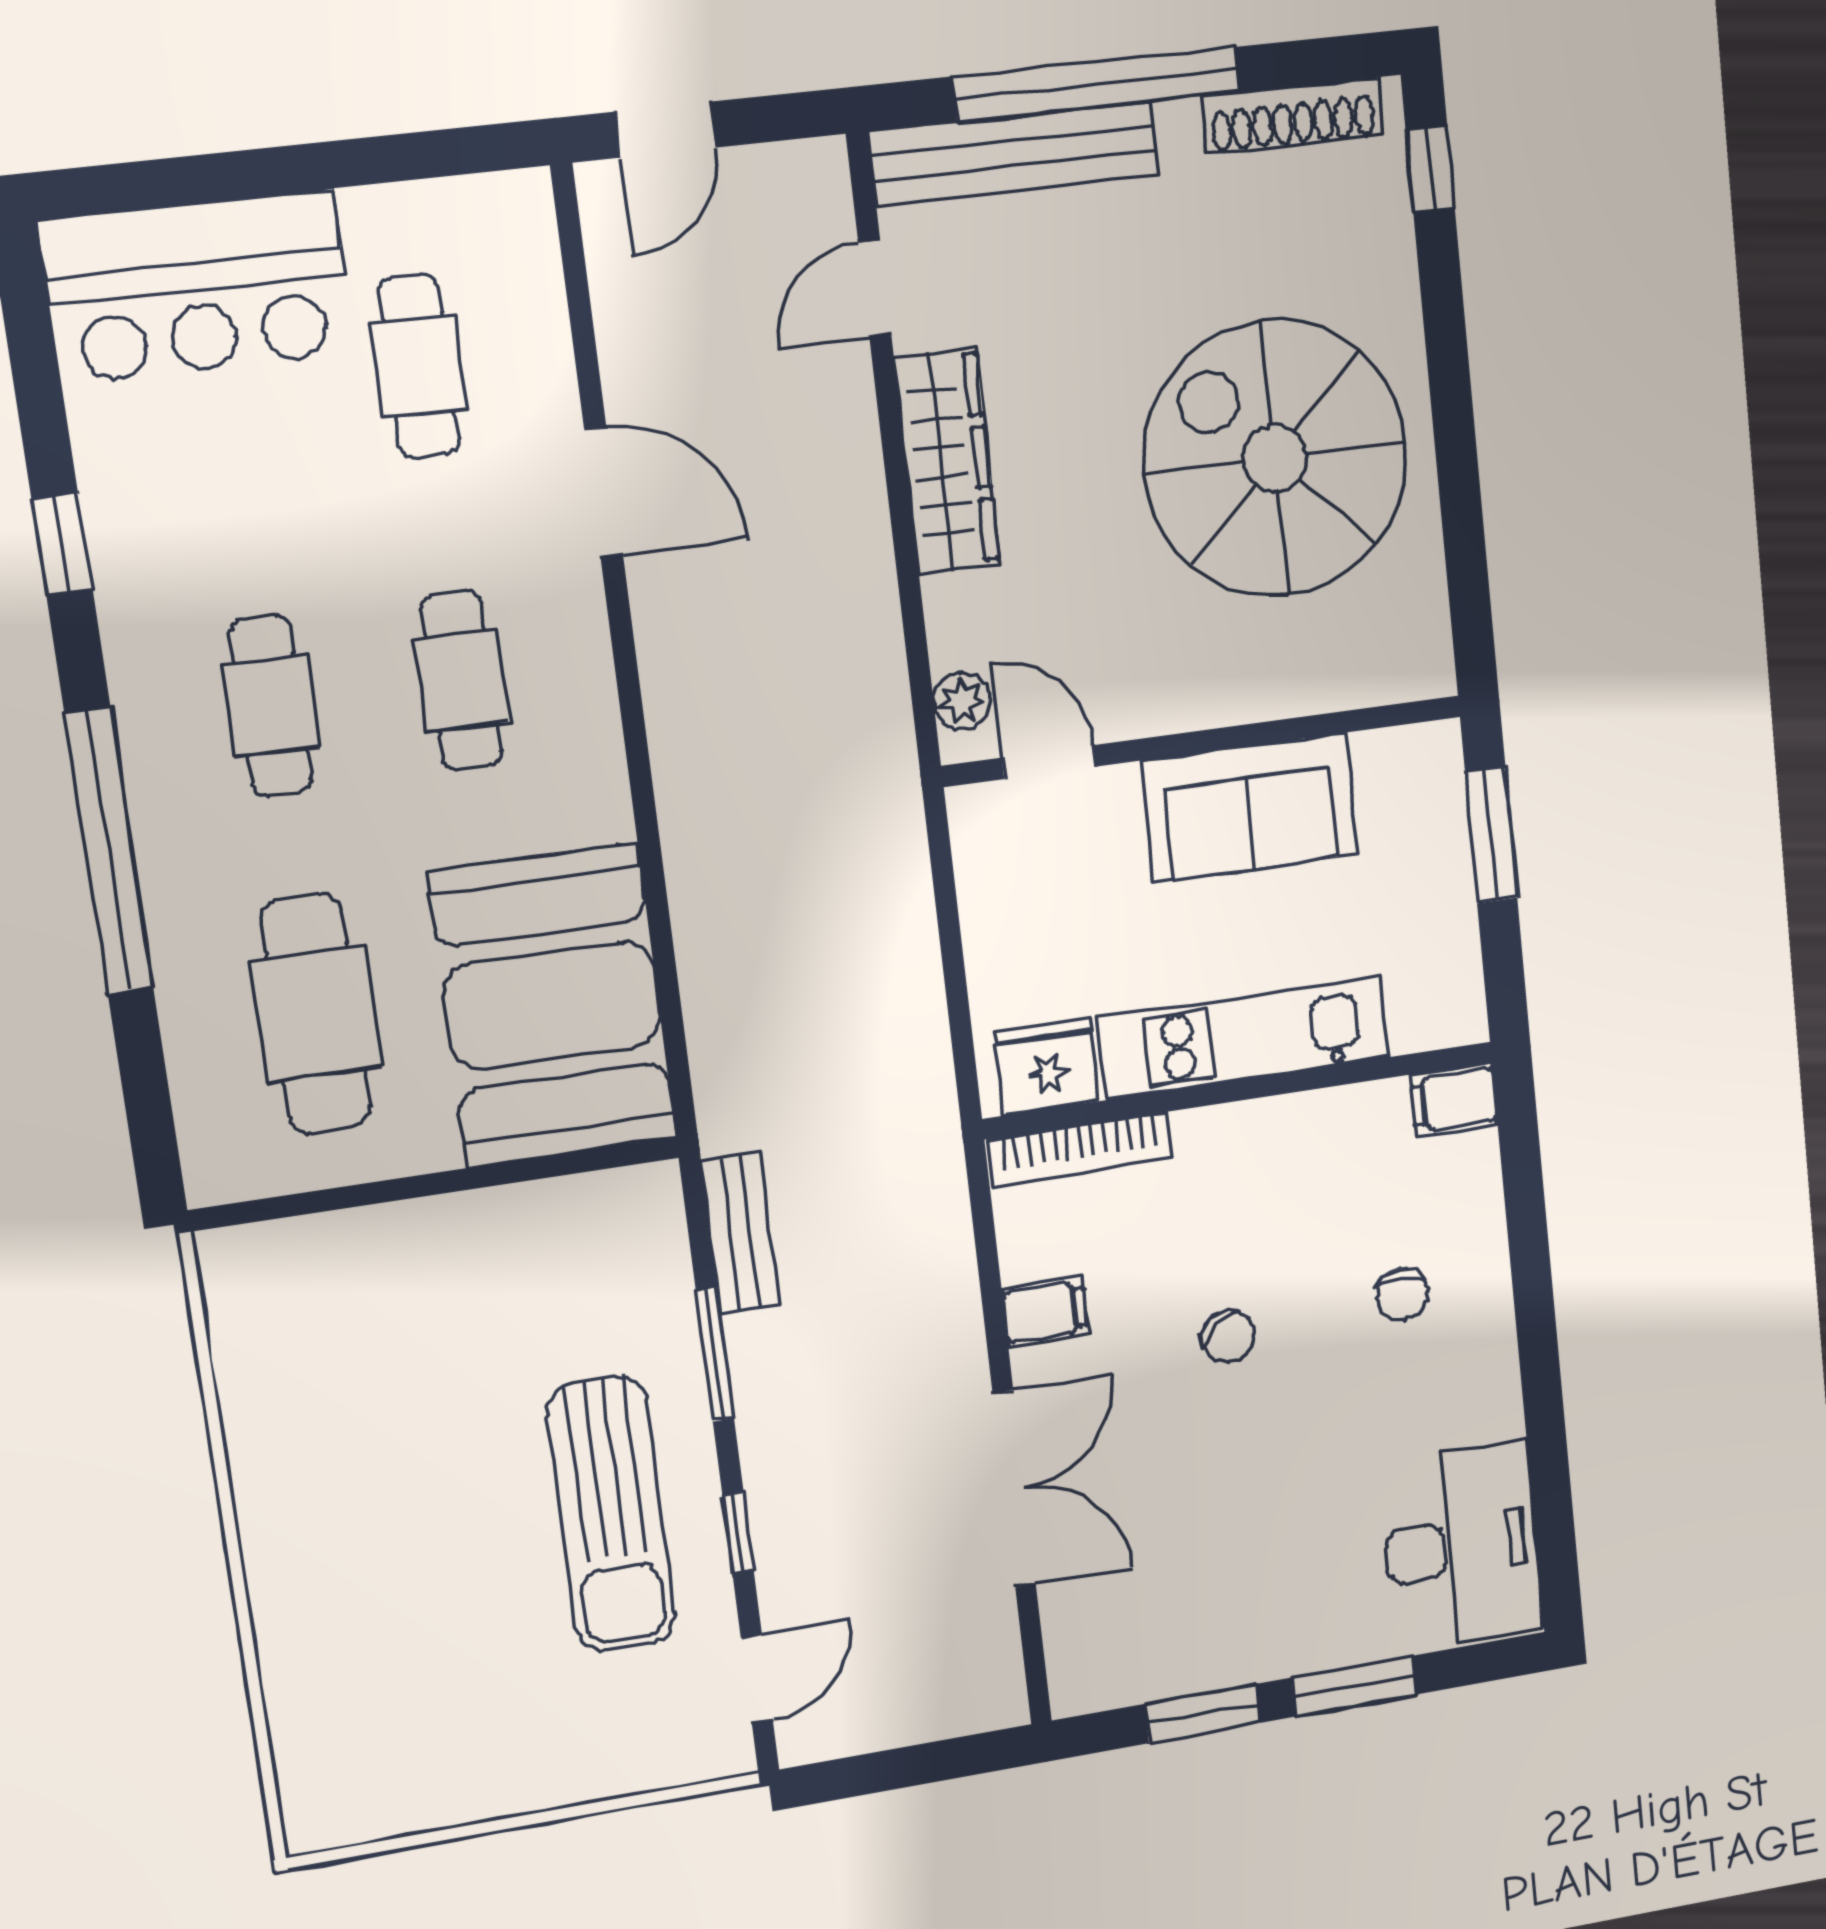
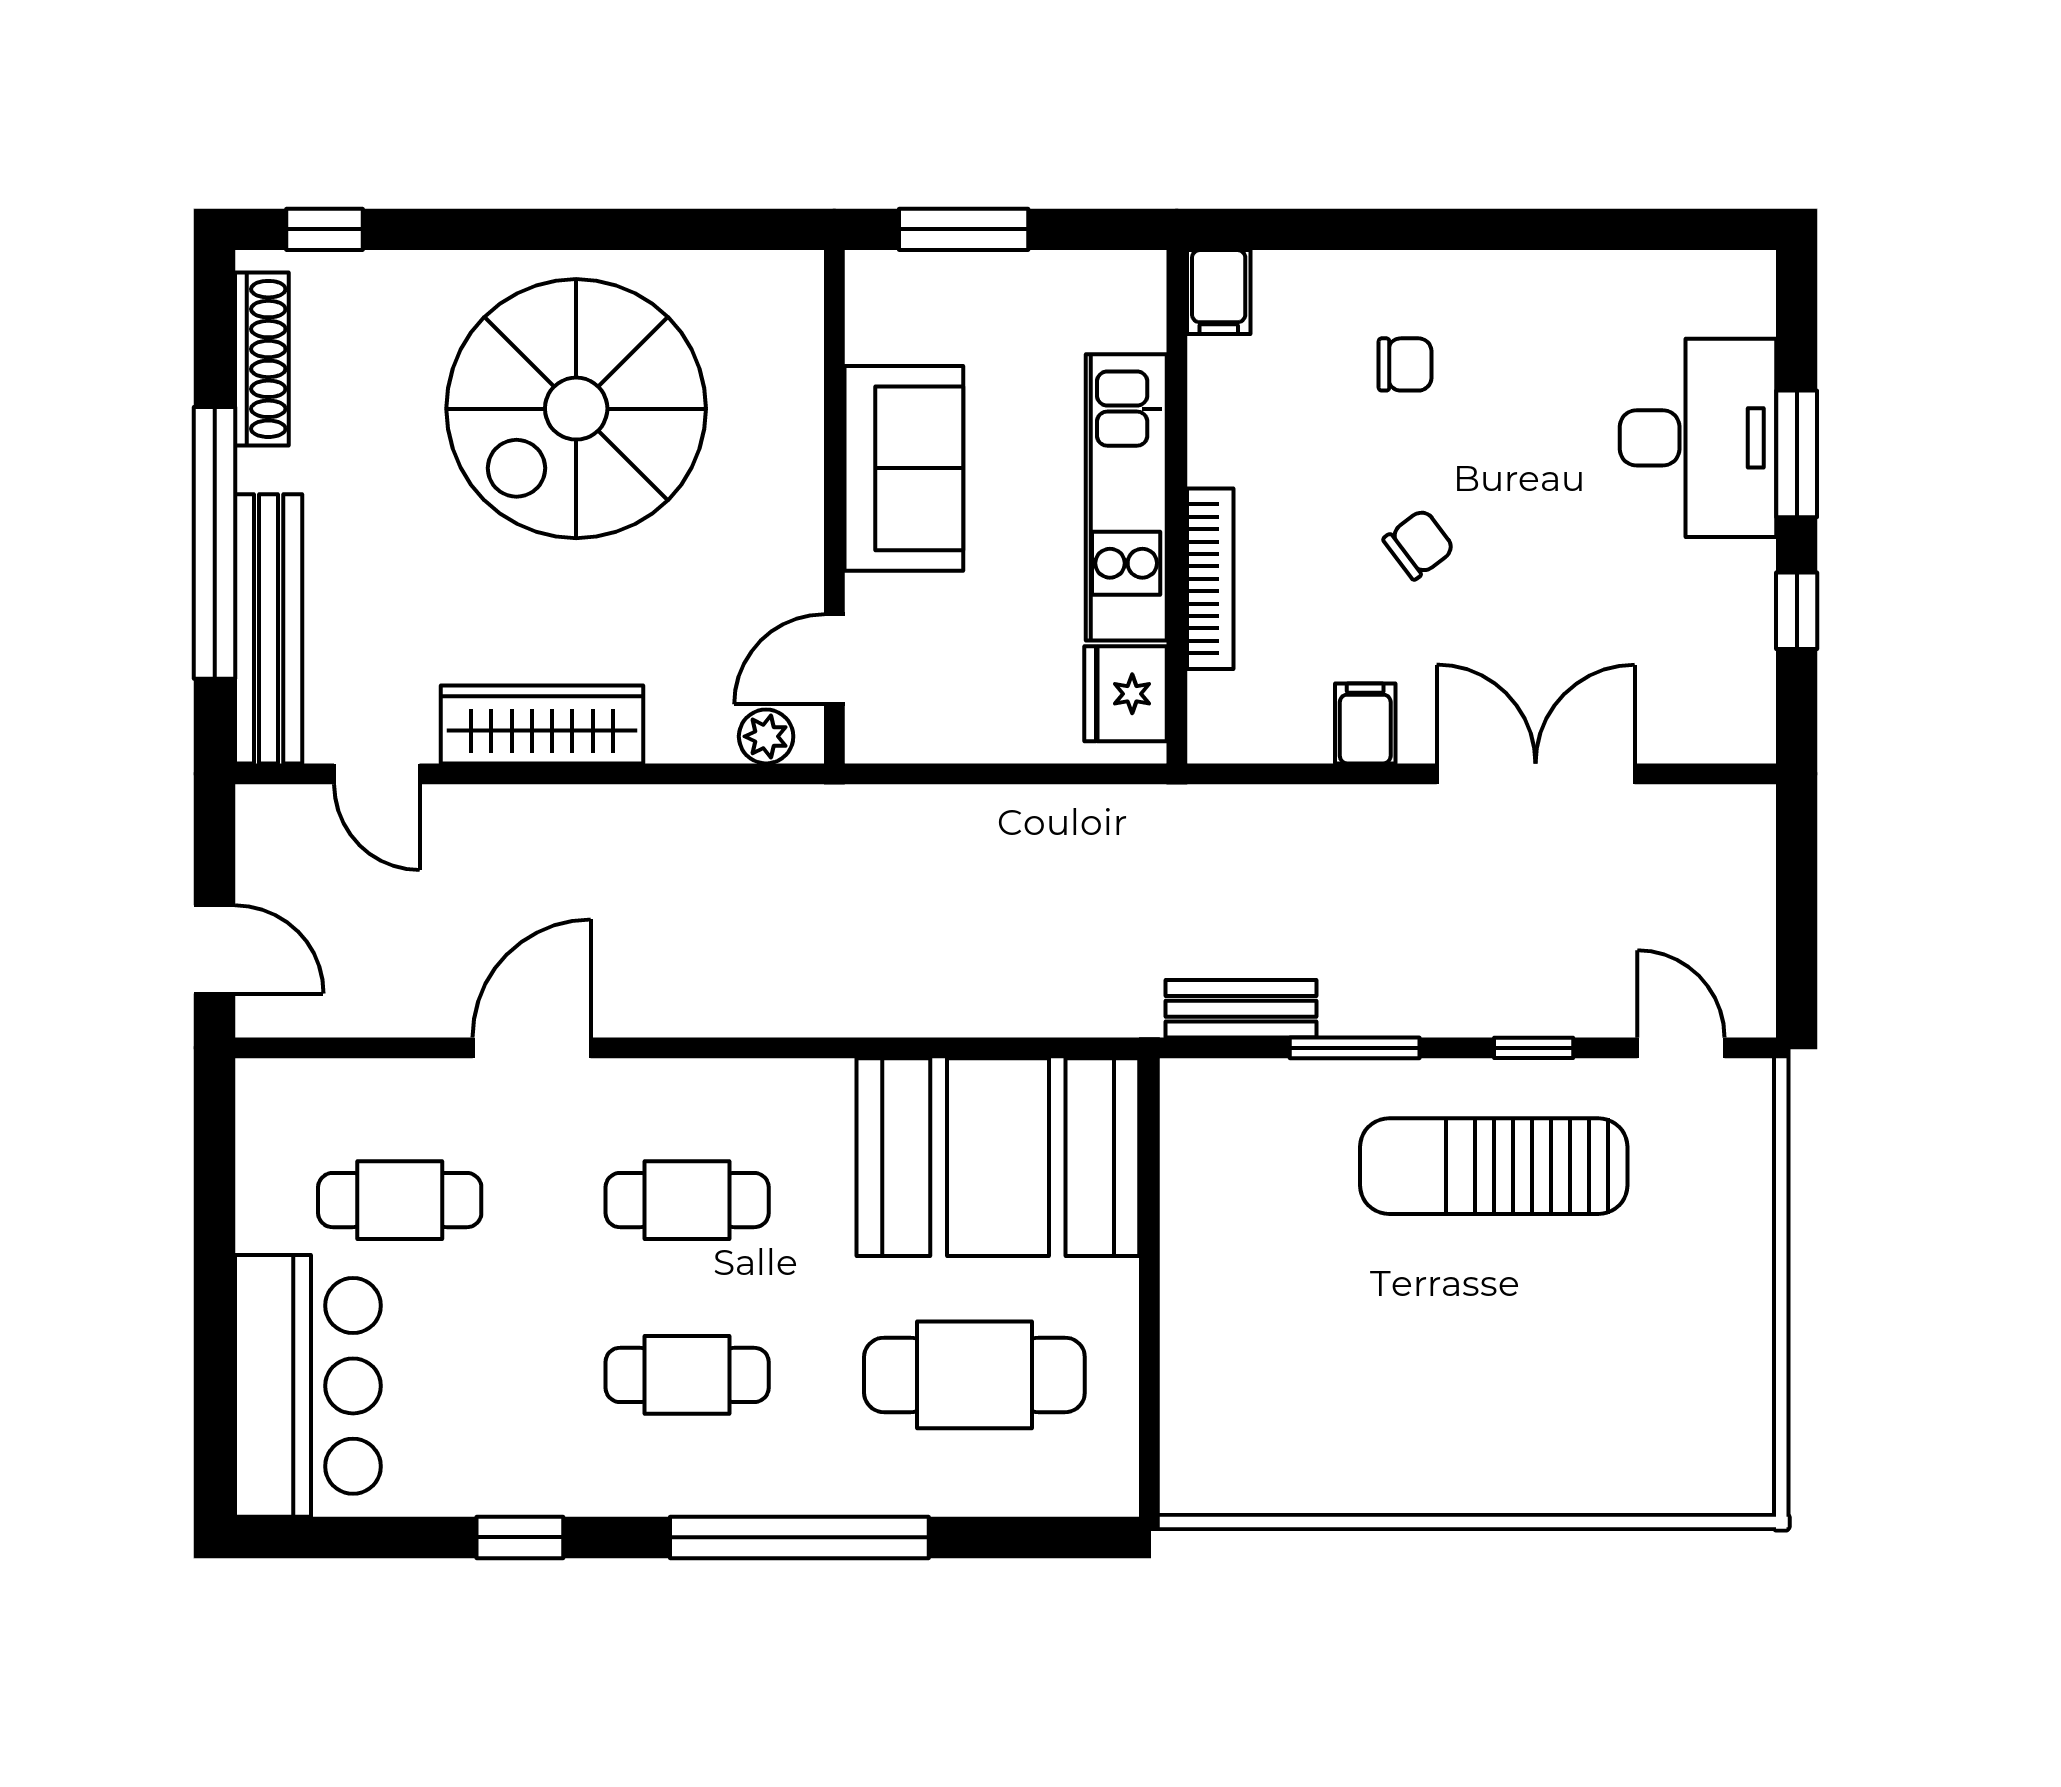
bookcase: (1080, 1149) -> (1210, 579), moved
sun lounger: (611, 1514) -> (1494, 1166), turned 180
desk: (1462, 1546) -> (1698, 438), moved, turned 90
window: (1203, 1713) -> (1797, 611), width x0.67

